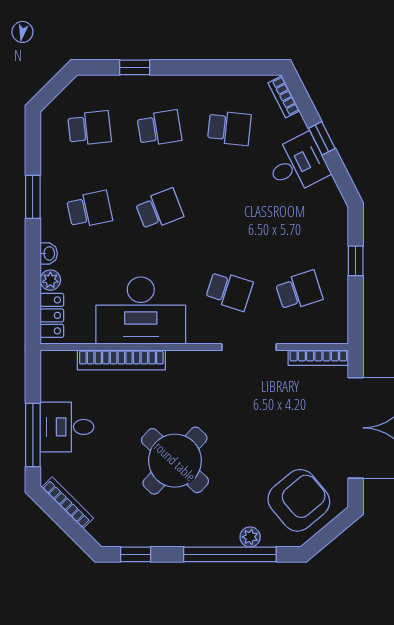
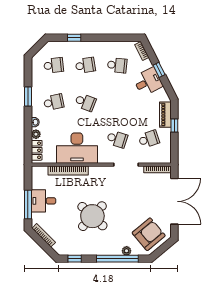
school desk: (159, 209) -> (85, 102), turned 42
piano: (336, 237) -> (165, 115), added

